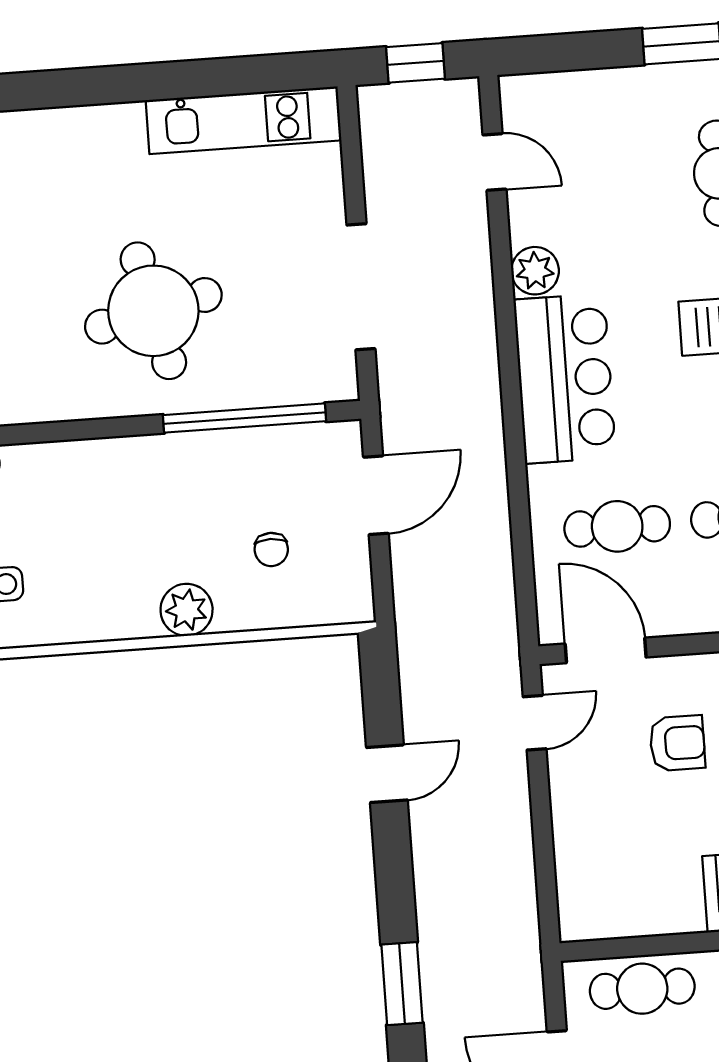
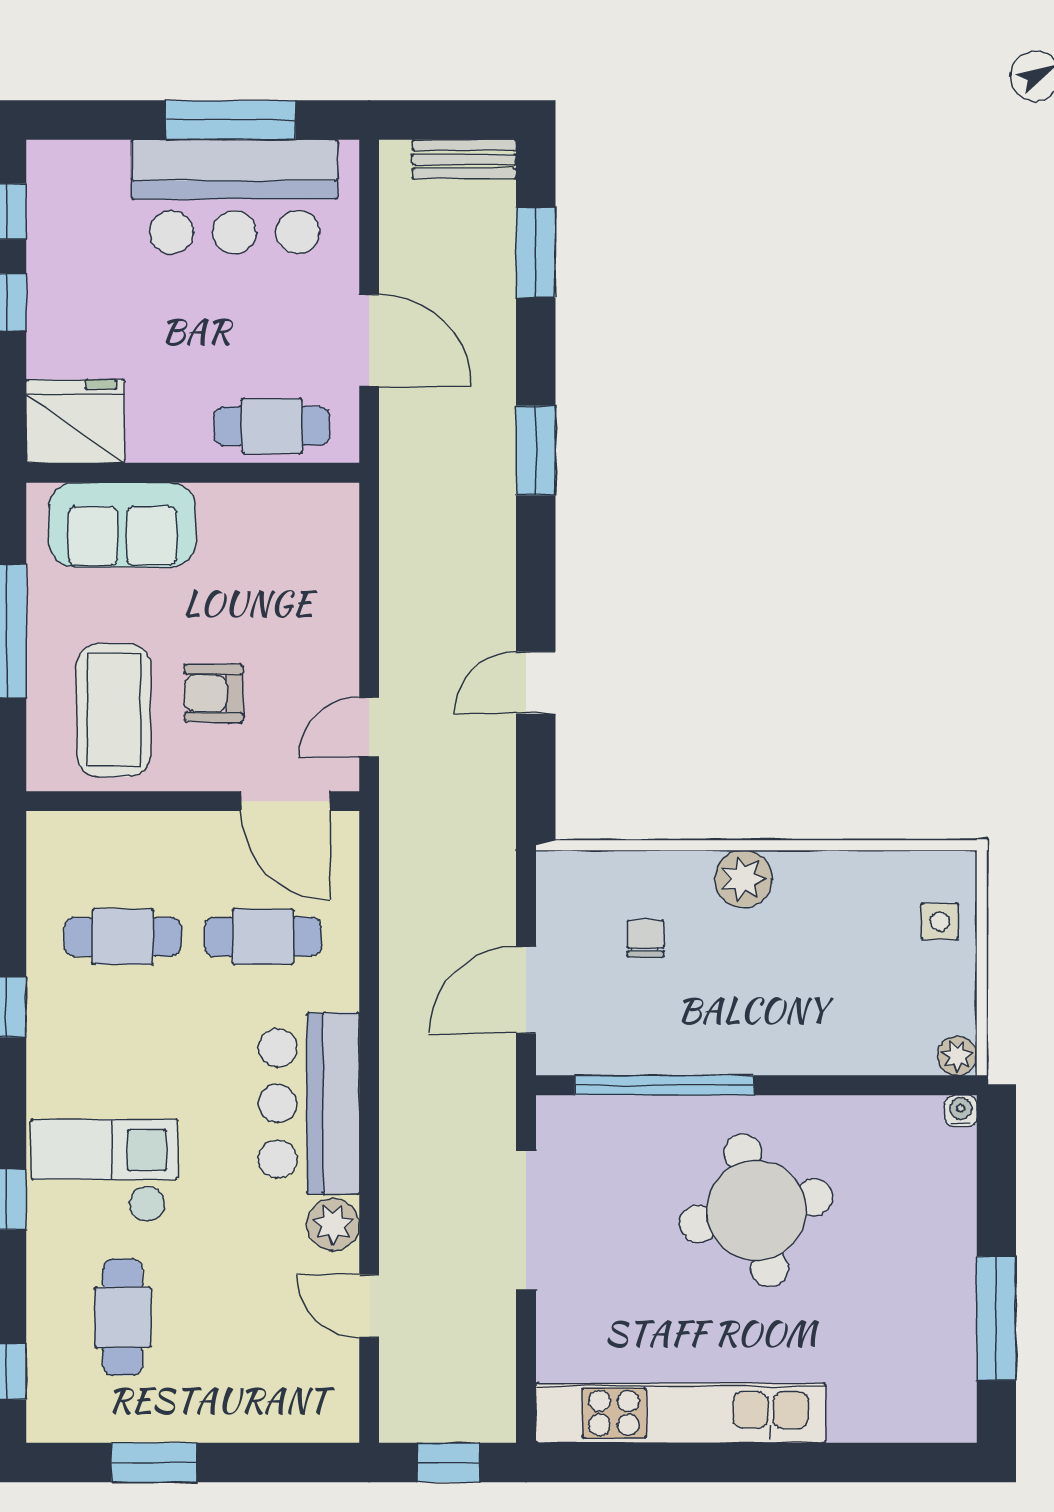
kitchen unit: (244, 120) -> (681, 1413), width x1.36
door: (494, 162) -> (369, 1306), moved

